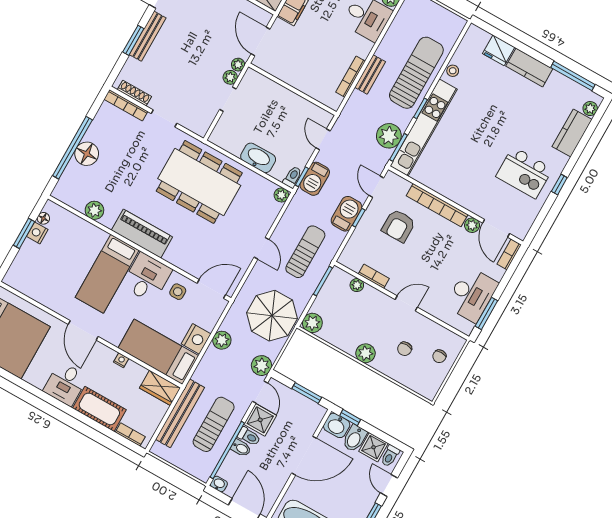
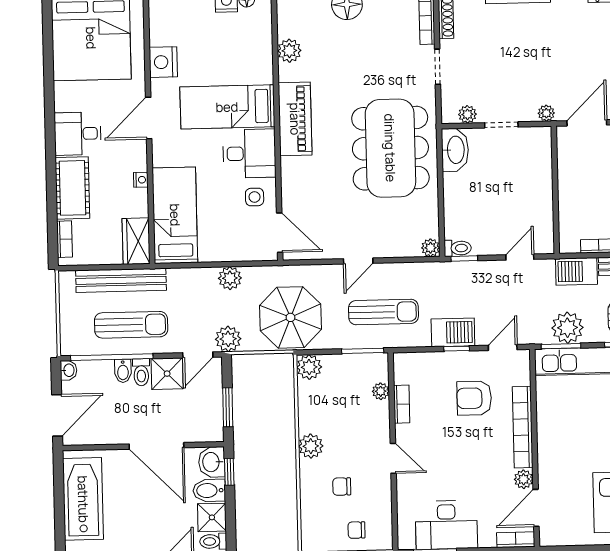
plant: (230, 77) -> (467, 114), moved
washbasin: (258, 158) -> (455, 150), moved
barbecue: (315, 179) -> (576, 271), moved
nightstand: (196, 339) -> (163, 62), moved, turned 90

